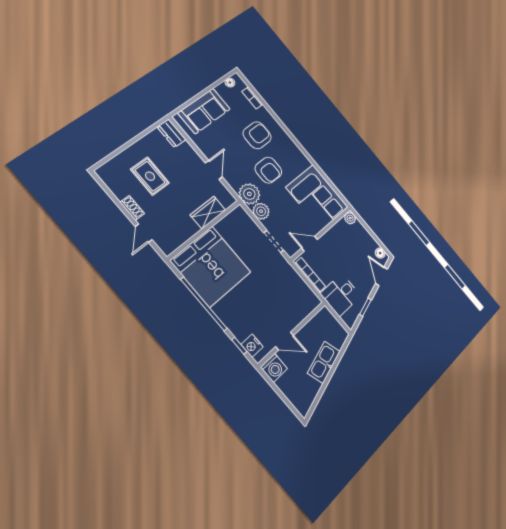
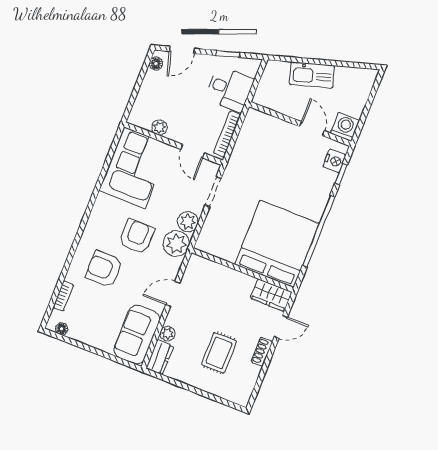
sofa: (204, 111) -> (137, 334), moved, turned -90
plant: (186, 149) -> (167, 334), added
wardrobe: (208, 213) -> (271, 295), moved
plant: (350, 218) -> (160, 127), moved

